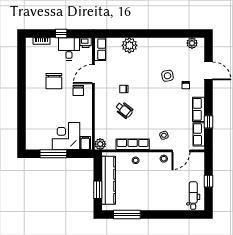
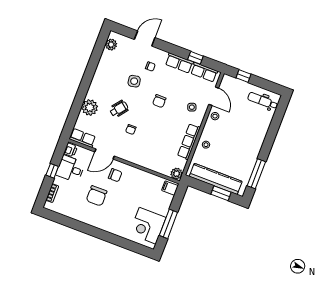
door: (93, 74) -> (104, 154), hinge flipped
chair: (54, 81) -> (97, 196), turned 90
chair: (158, 105) -> (159, 101), added
wheelchair: (124, 110) -> (119, 109), moved
corner desk: (66, 136) -> (148, 226), moved
window: (209, 181) -> (244, 76), moved

